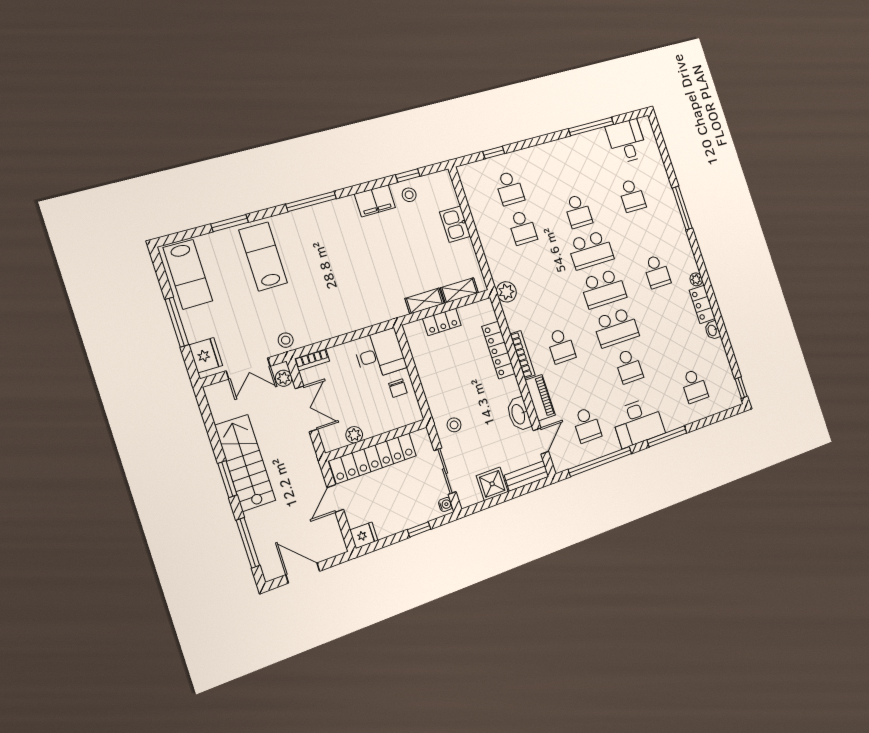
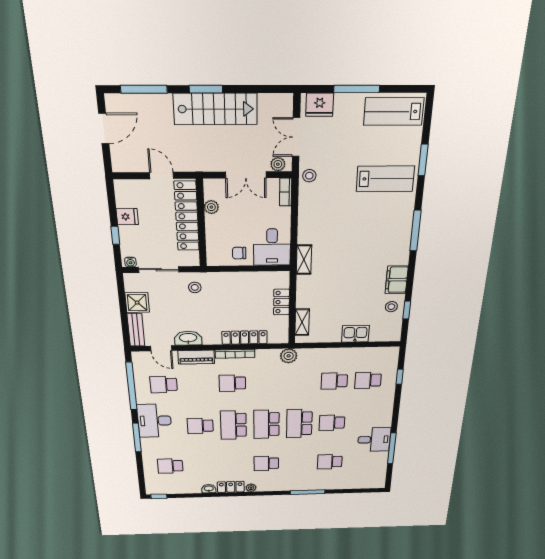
desk: (627, 141) -> (374, 440), moved
shelving: (424, 301) -> (304, 260), moved
fridge: (364, 535) -> (127, 217), moved, turned -90

